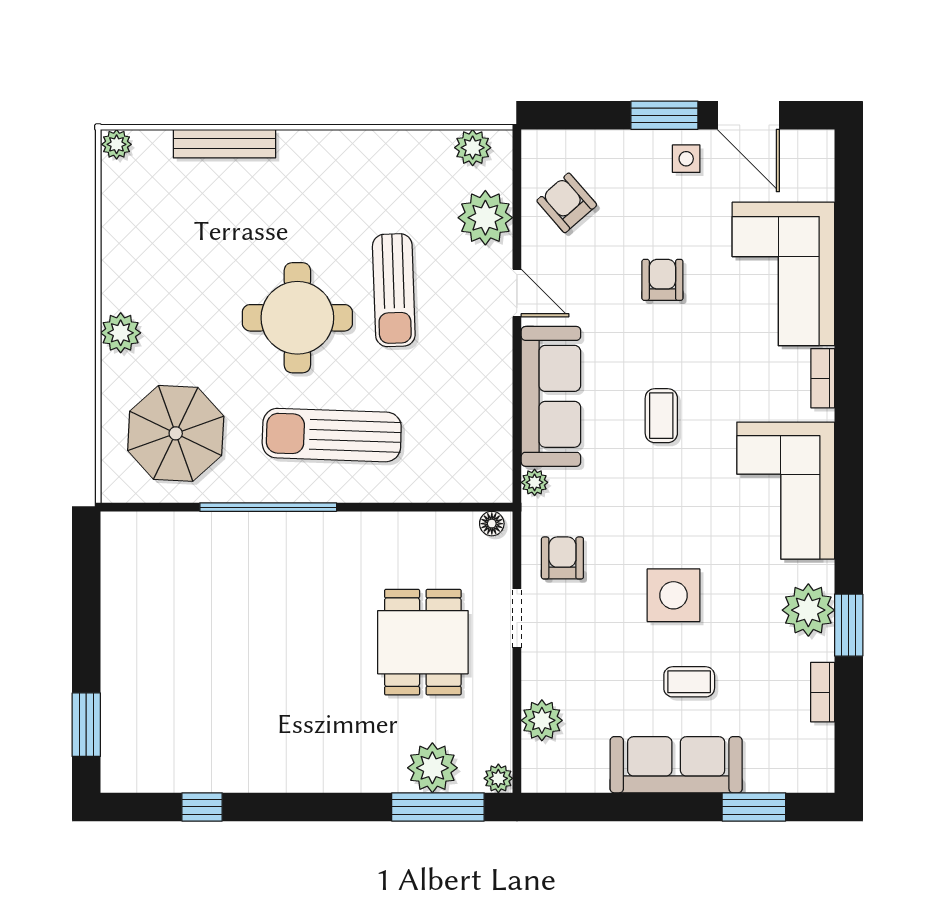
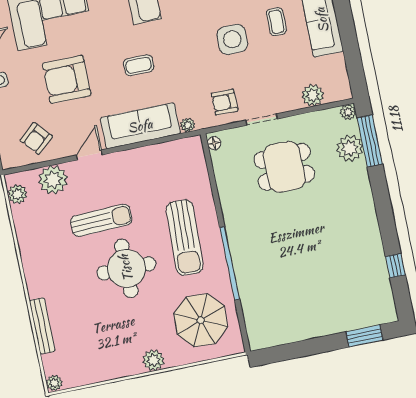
armchair: (662, 280) -> (67, 79), width x1.88, depth x1.88

